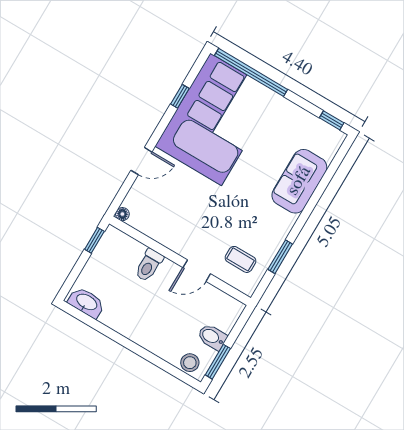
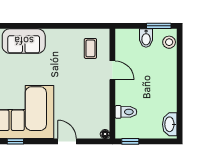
window: (280, 257) -> (75, 26), removed
toilet: (149, 265) -> (126, 112), moved

